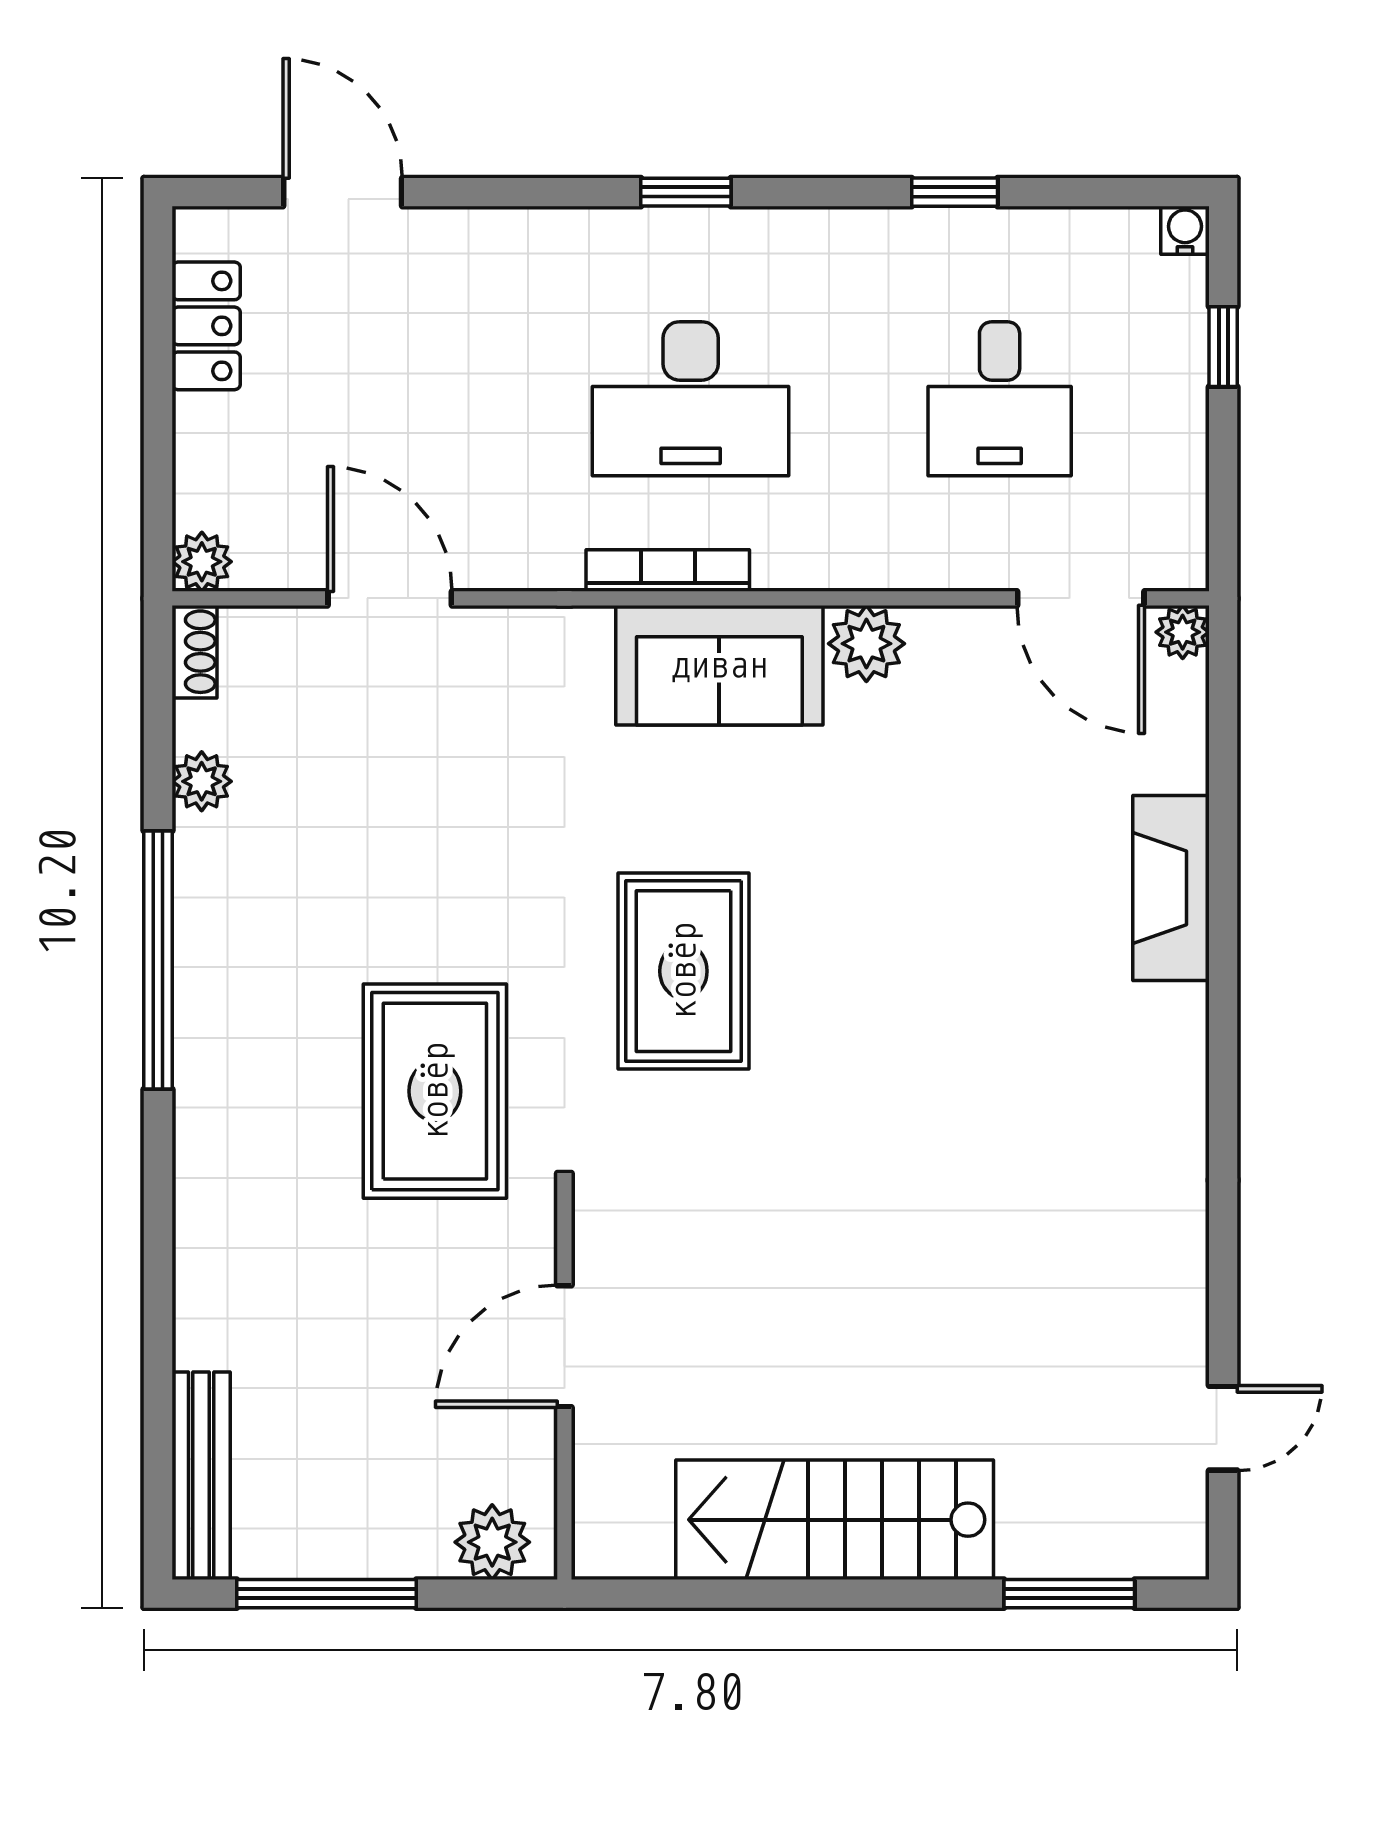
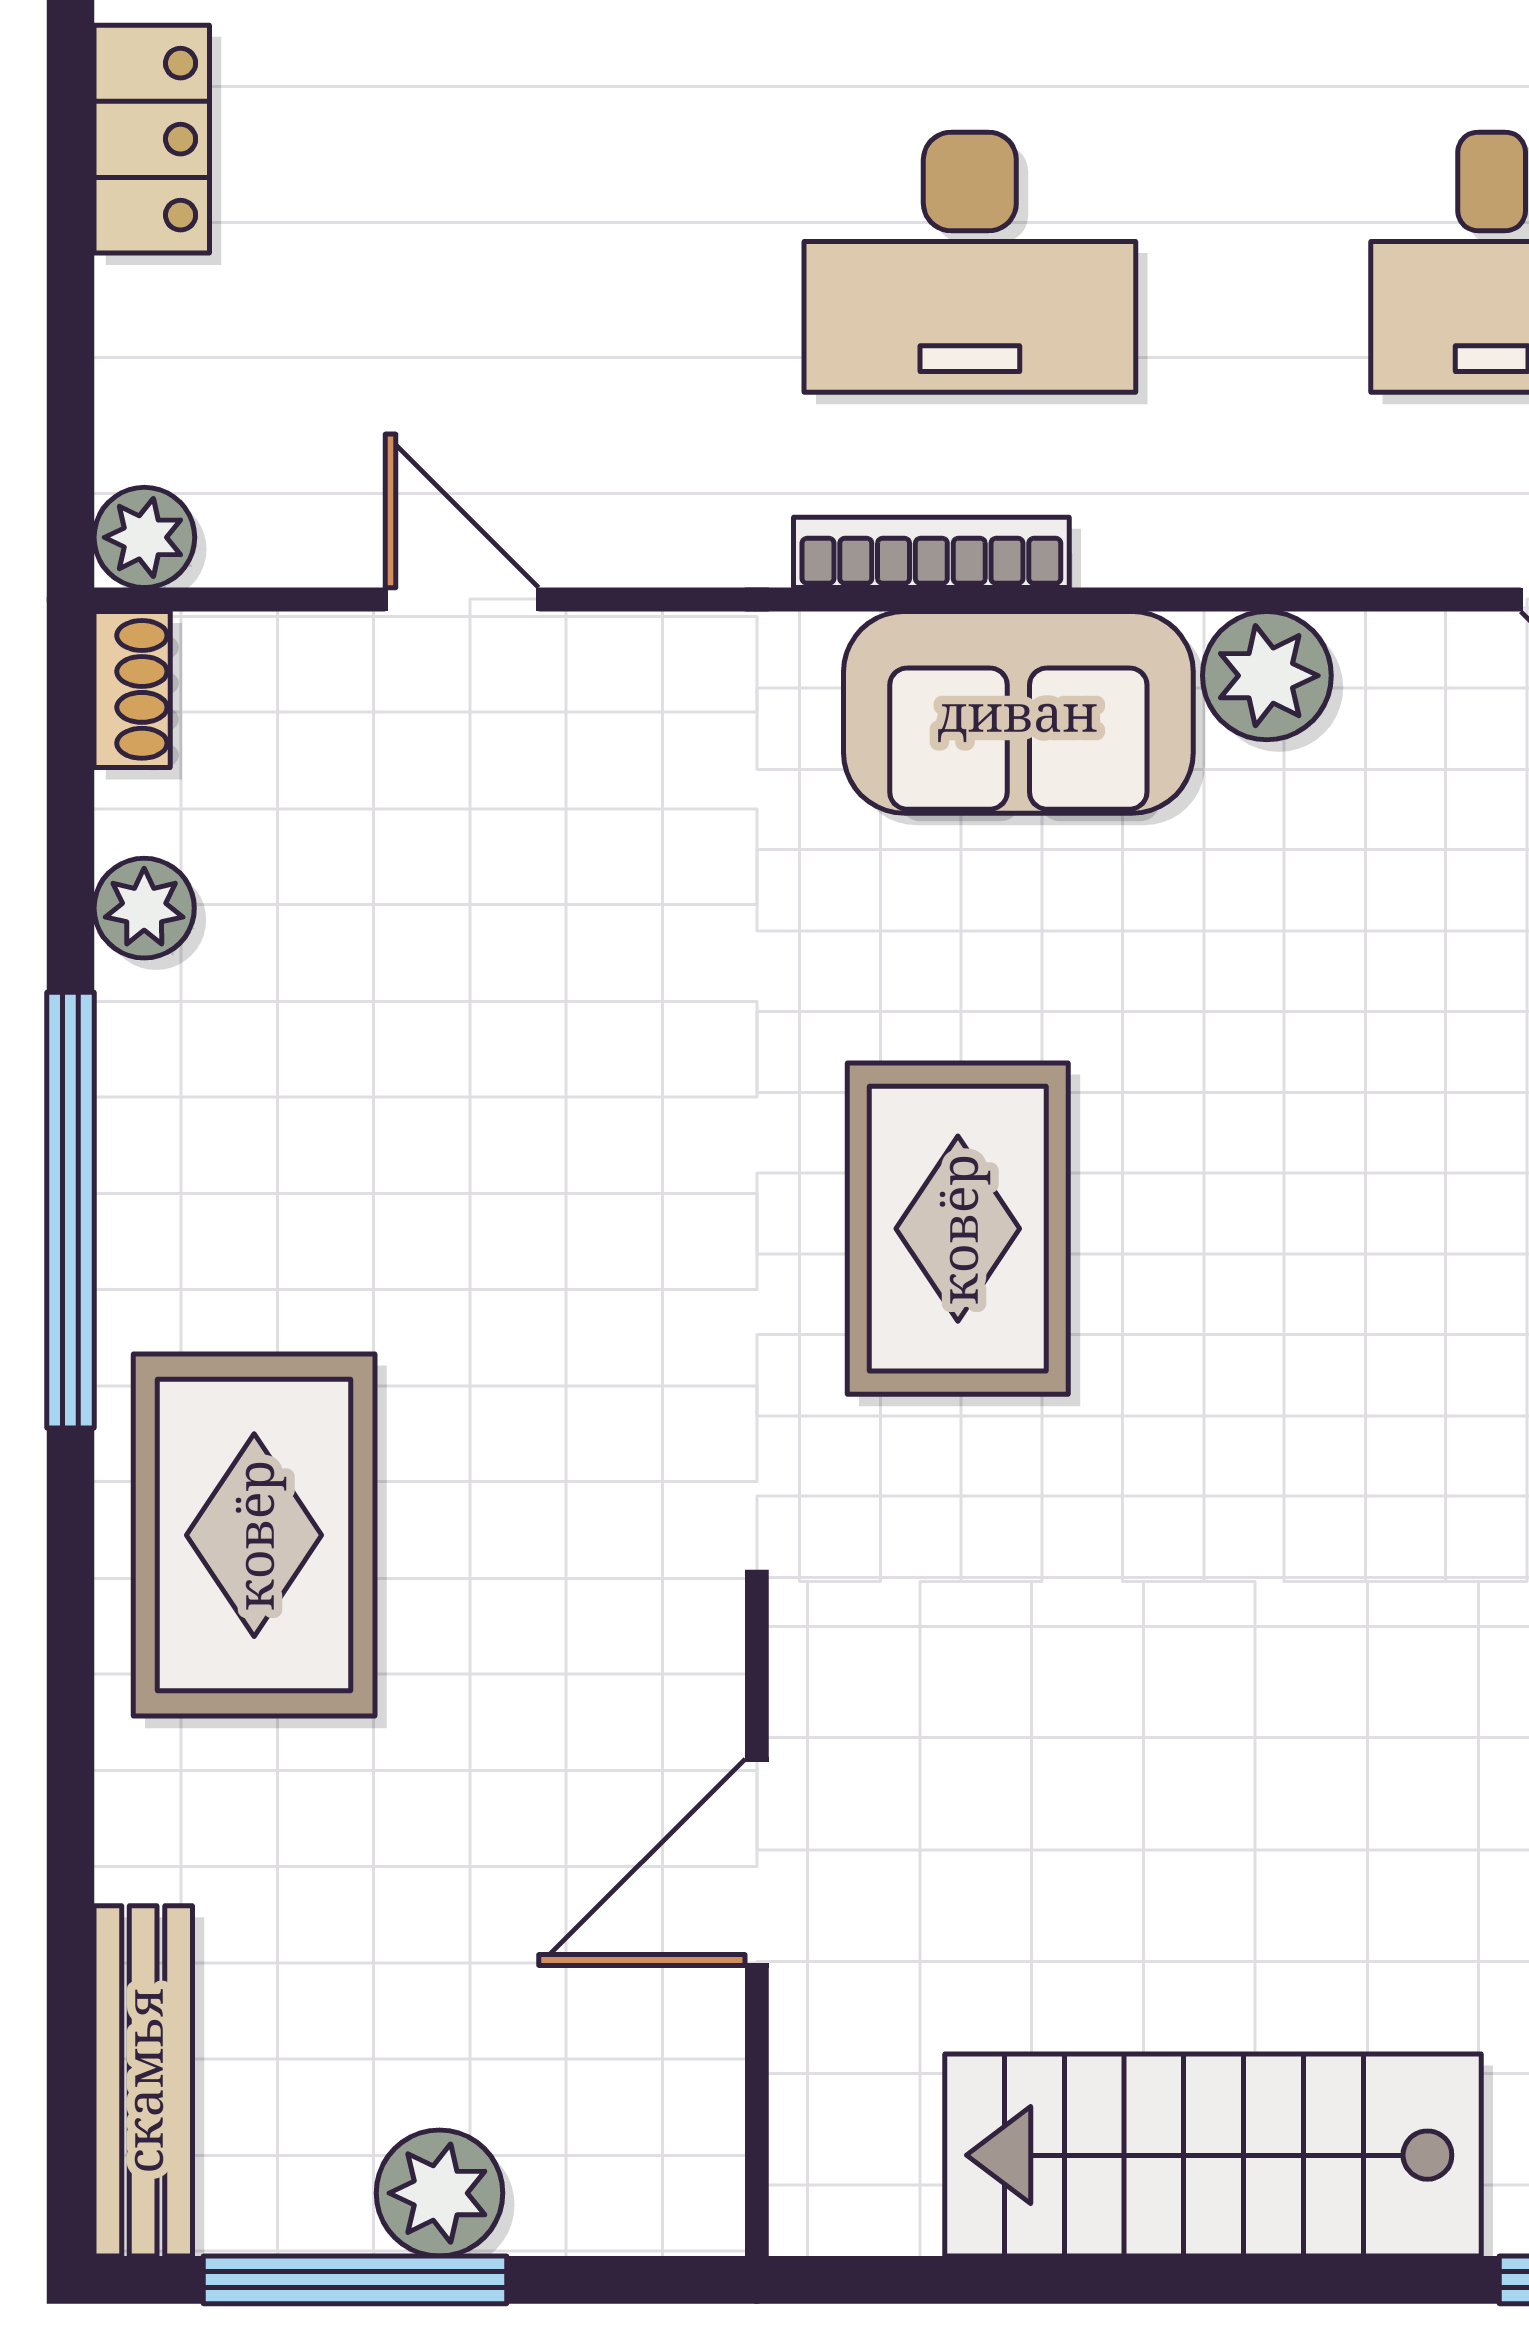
door: (390, 598) -> (462, 599), width x0.73
rug: (435, 1091) -> (254, 1535), moved
plant: (492, 1542) -> (439, 2193), moved

